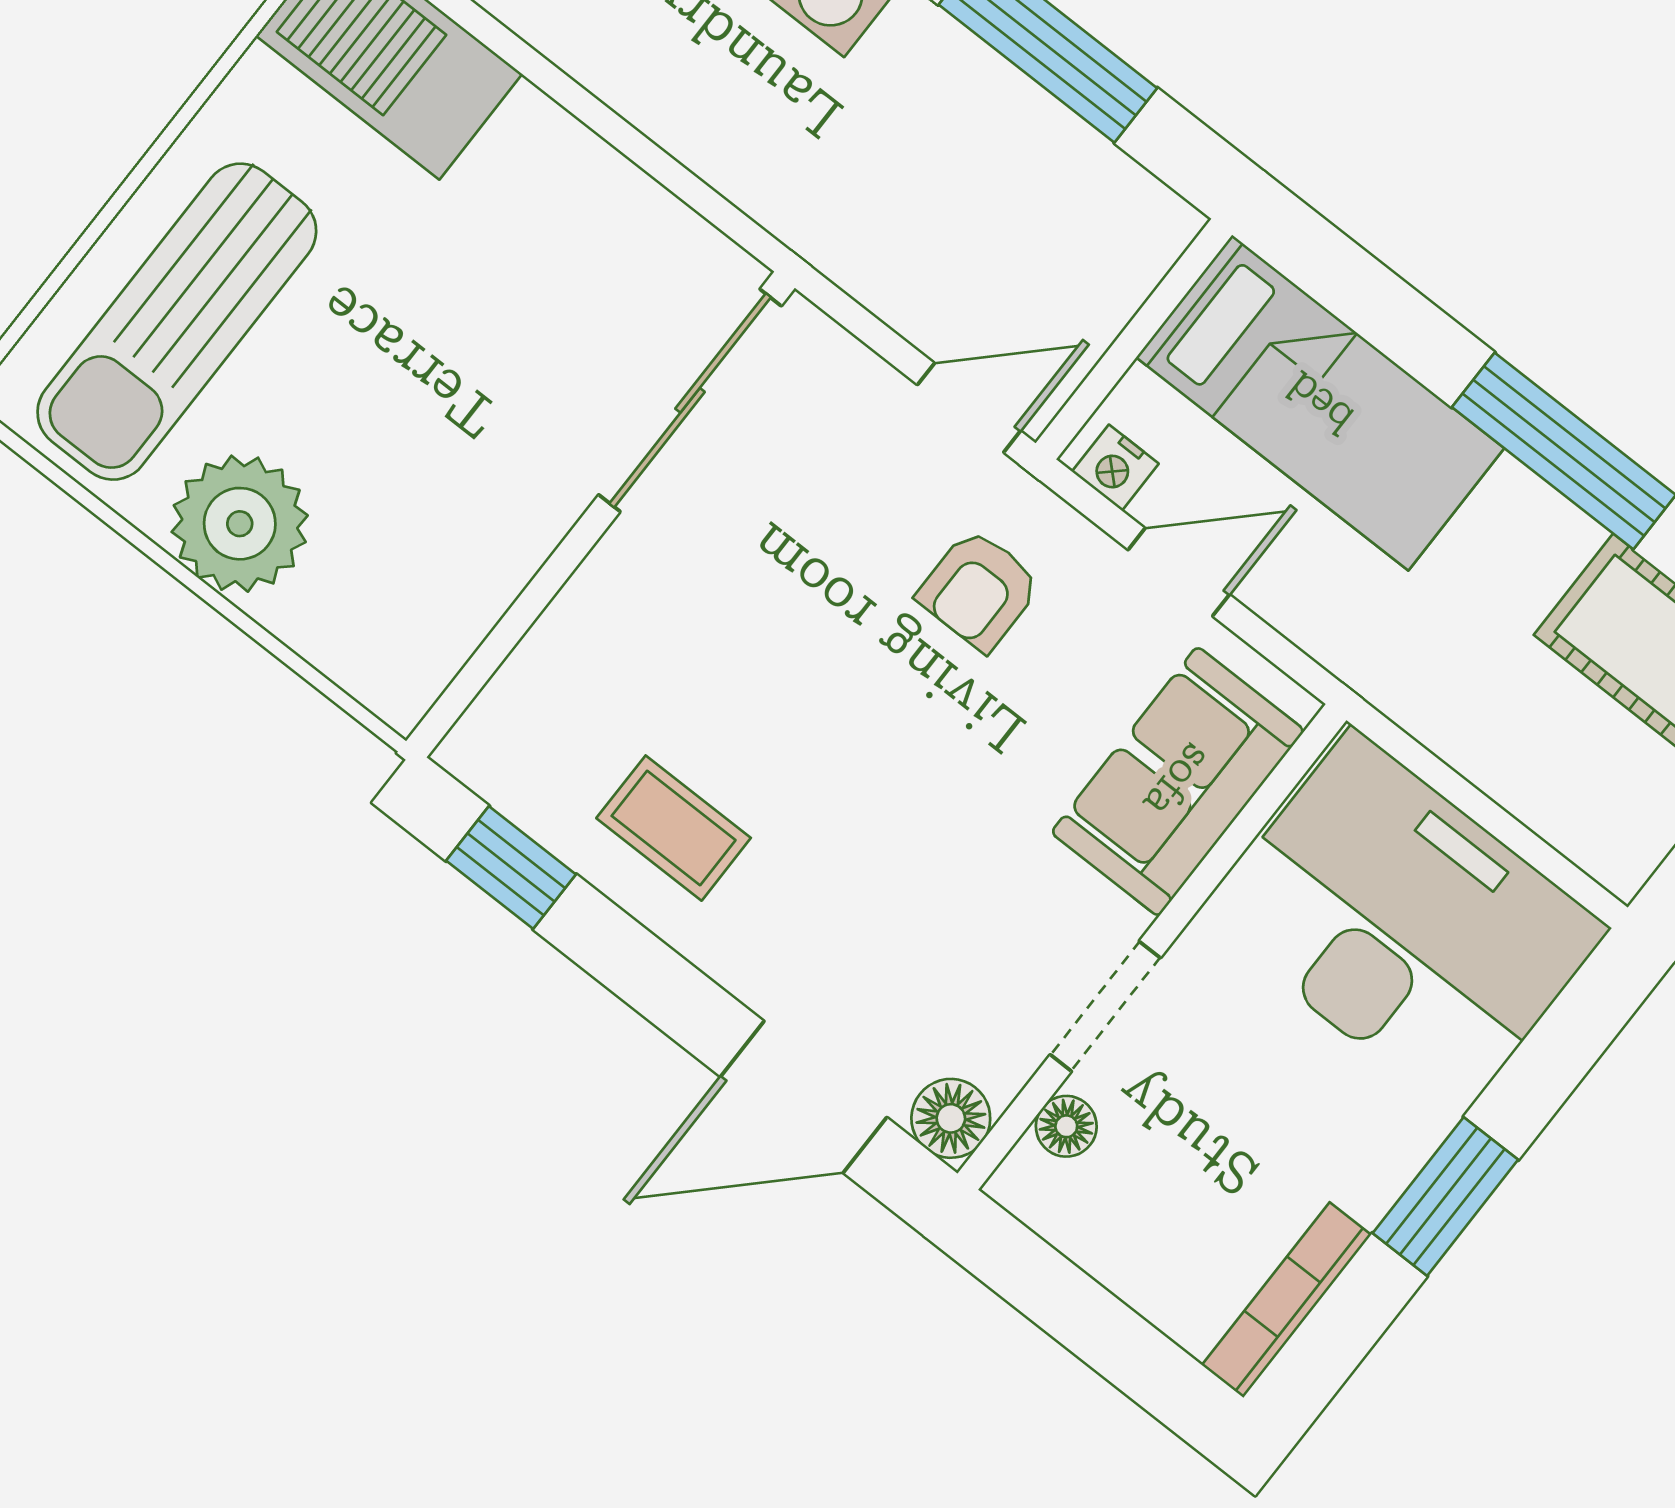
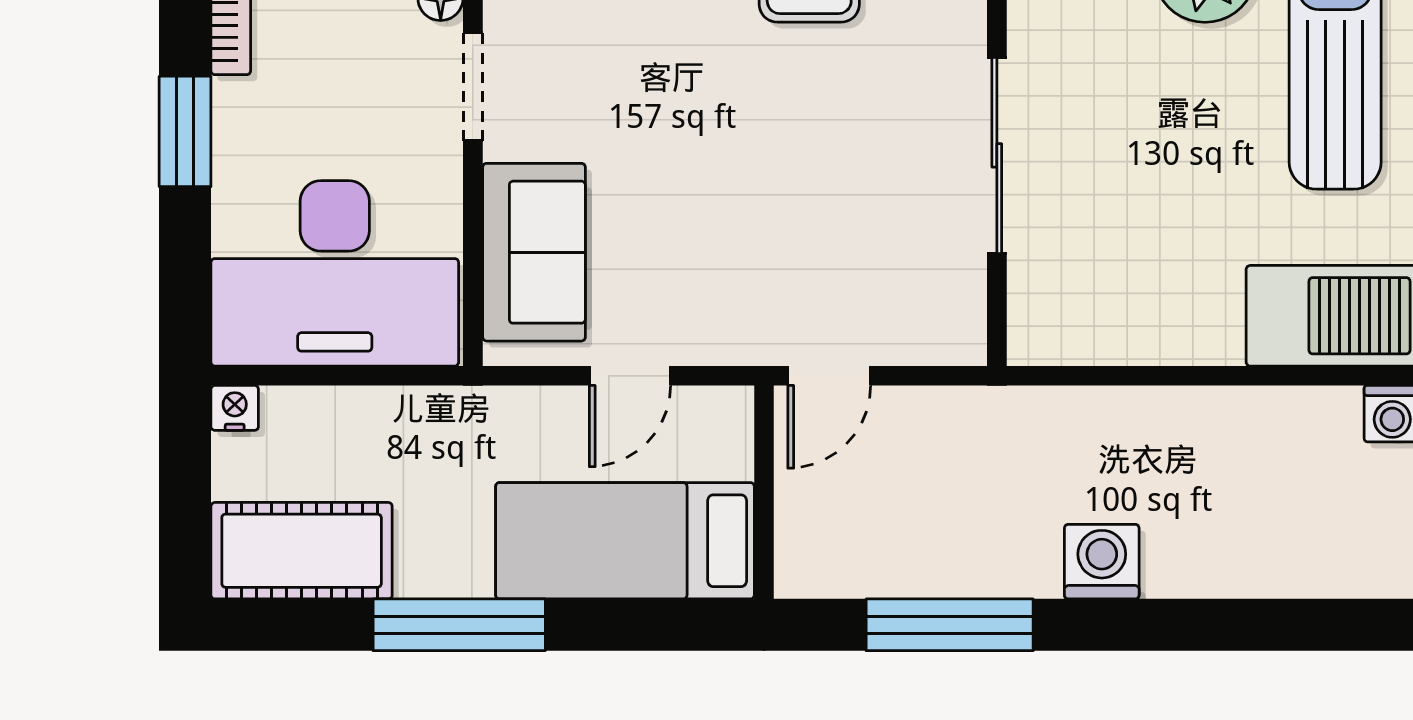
sliding door: (690, 400) -> (997, 155), moved
nightstand: (1115, 468) -> (235, 408), moved
armchair: (979, 590) -> (739, 273), removed

